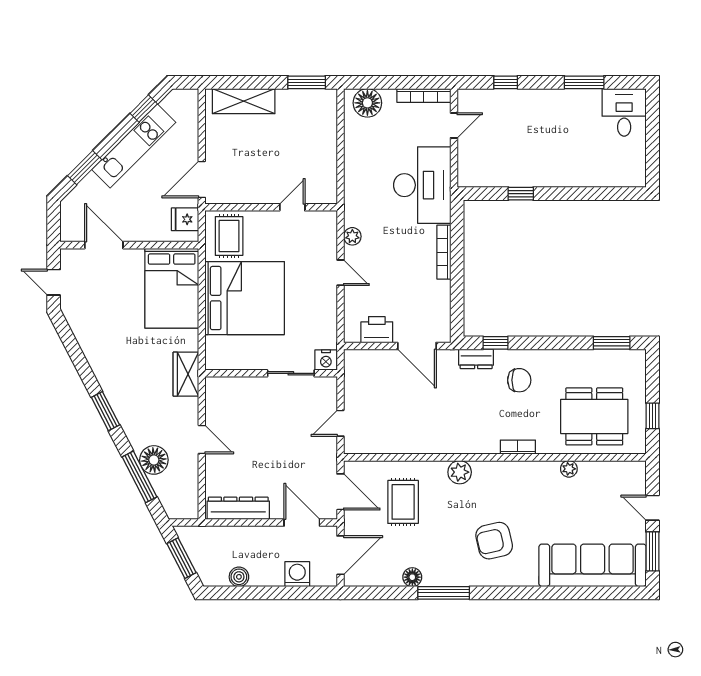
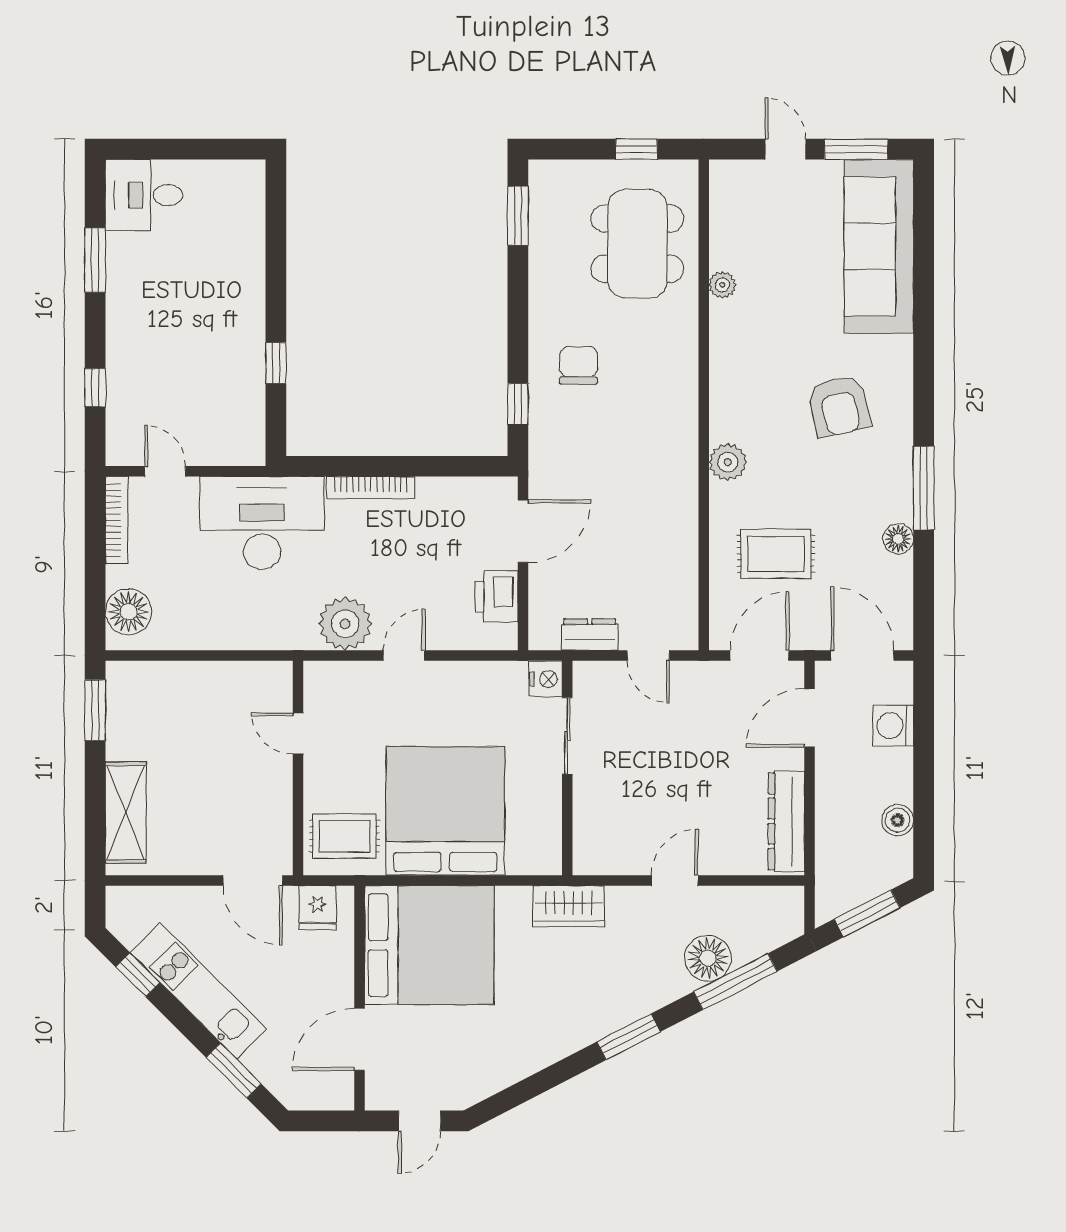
plant: (352, 236) -> (345, 624), width x1.87, depth x1.87
bed: (172, 288) -> (429, 945), width x1.36
dresser: (476, 359) -> (590, 634), moved, turned -90
bookcase: (518, 447) -> (687, 368), removed
door: (652, 508) -> (786, 149), swing flipped

